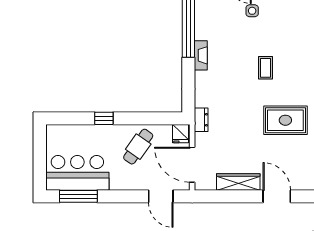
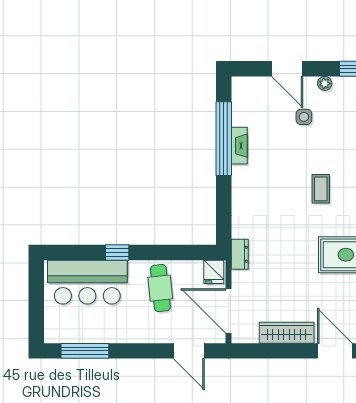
fireplace: (201, 55) -> (239, 146), moved
cafe table: (138, 147) -> (160, 288), turned -41
bar counter: (77, 173) -> (87, 282), moved, turned 180

